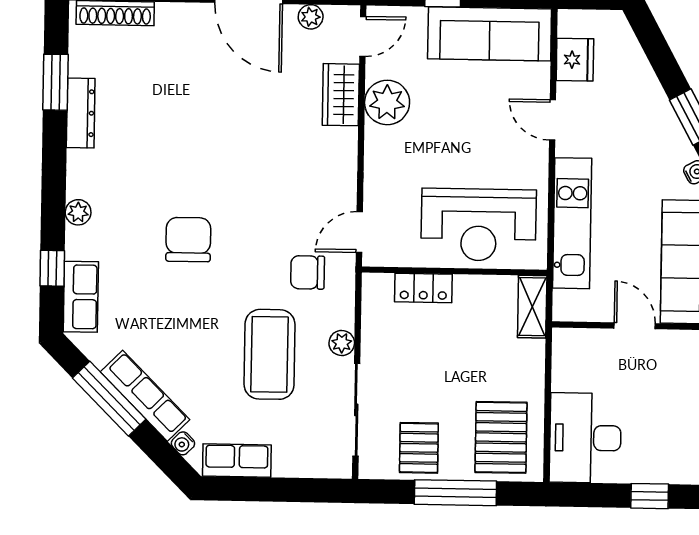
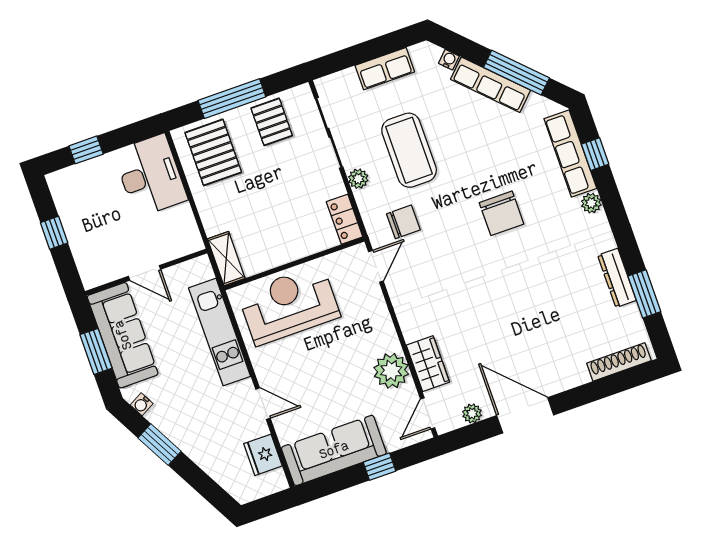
locker: (423, 288) -> (345, 219), moved, turned -90
row of seats: (81, 297) -> (570, 153), width x1.48
row of seats: (237, 460) -> (385, 69), moved

